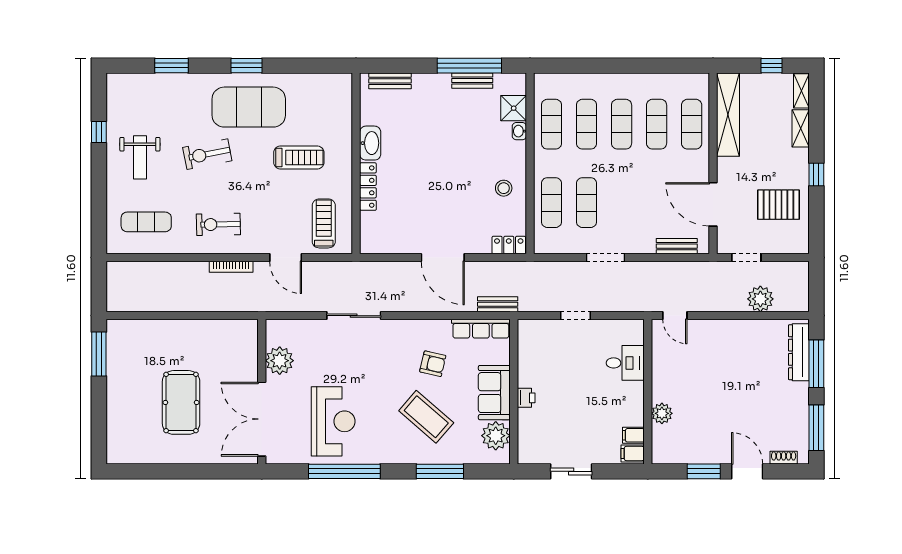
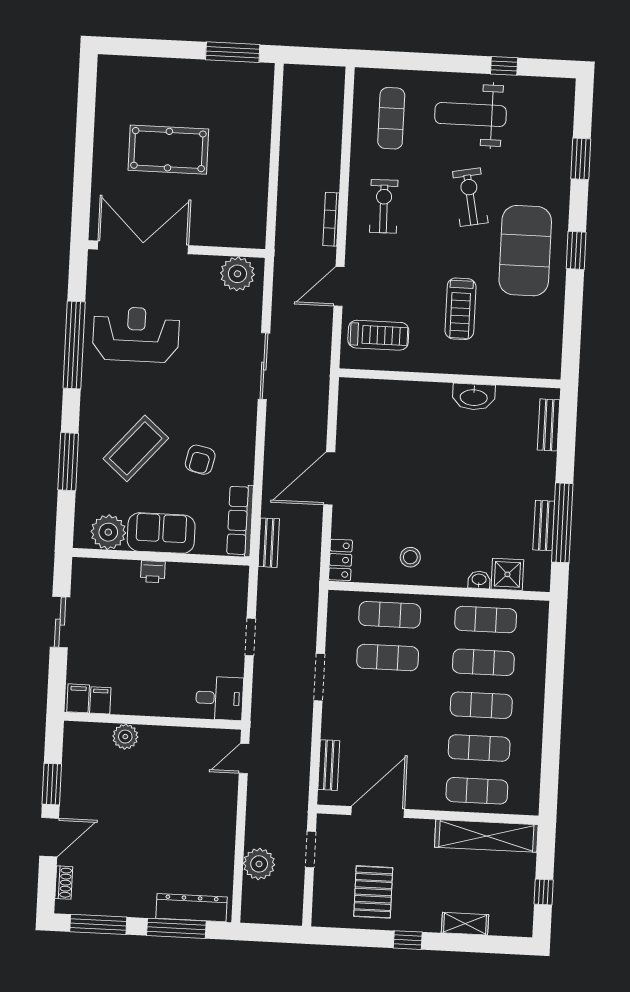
shelving: (801, 91) -> (511, 927), removed
weight bench: (140, 157) -> (471, 115), width x1.36, depth x1.33
locker: (368, 187) -> (421, 391), removed
plant: (280, 361) -> (237, 274), moved
desk: (625, 363) -> (219, 698), moved, turned -90
reception desk: (333, 421) -> (136, 334), turned 180

